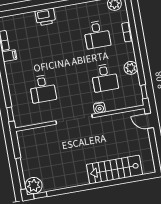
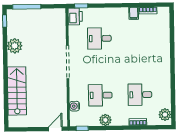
printer: (45, 17) -> (75, 16), moved, turned 180
water cooler: (99, 108) -> (75, 106), moved
plant: (34, 186) -> (15, 46), moved

